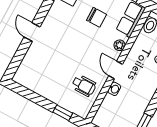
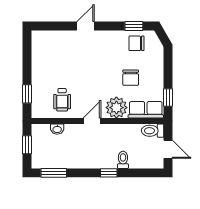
plant: (120, 45) -> (116, 108), width x1.87, depth x1.87
washbasin: (114, 89) -> (57, 129), moved

